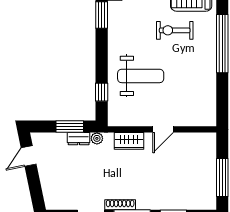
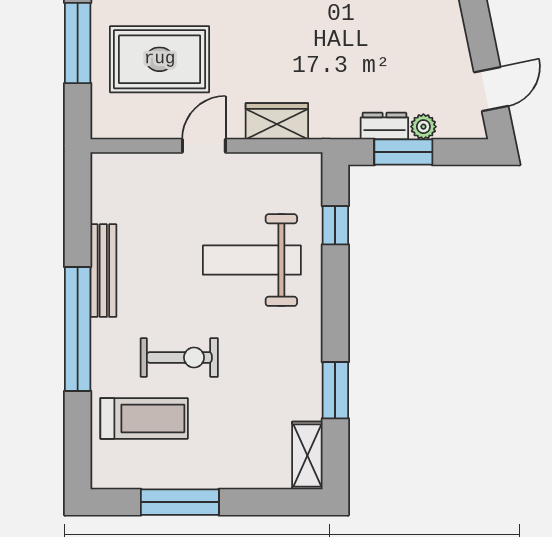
bench: (210, 71) -> (103, 271), added
plant: (97, 138) -> (423, 127), moved
rug: (184, 170) -> (160, 59), added

